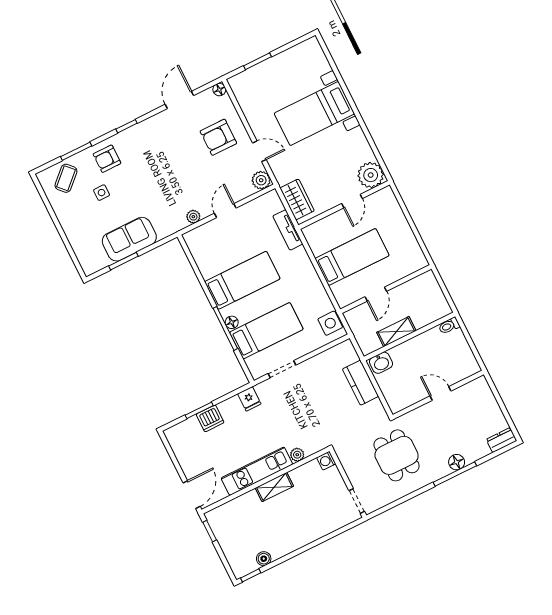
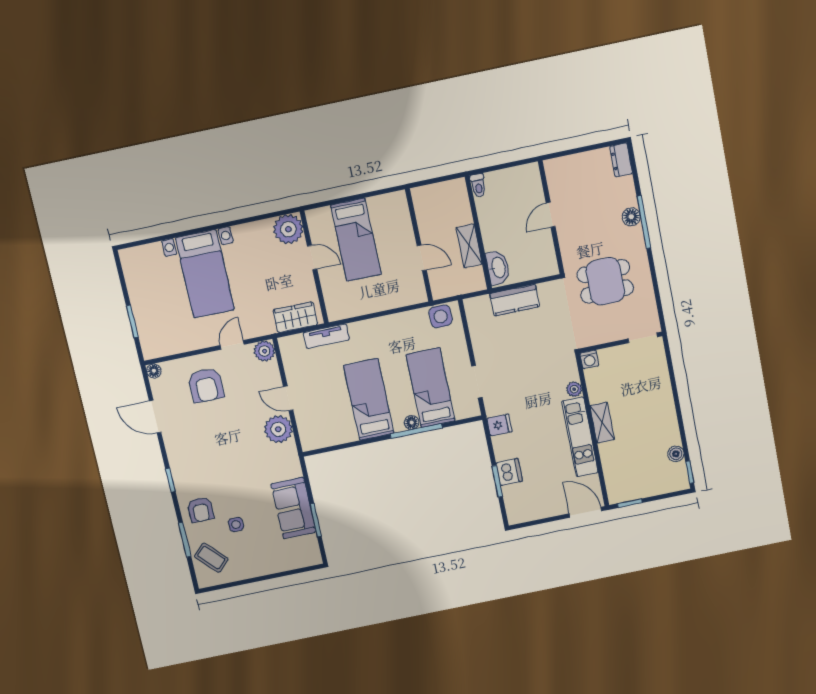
plant: (193, 217) -> (278, 429), width x1.88, depth x1.88
bed: (352, 257) -> (356, 240), moved, turned 180
washbasin: (381, 363) -> (498, 267), width x1.38

